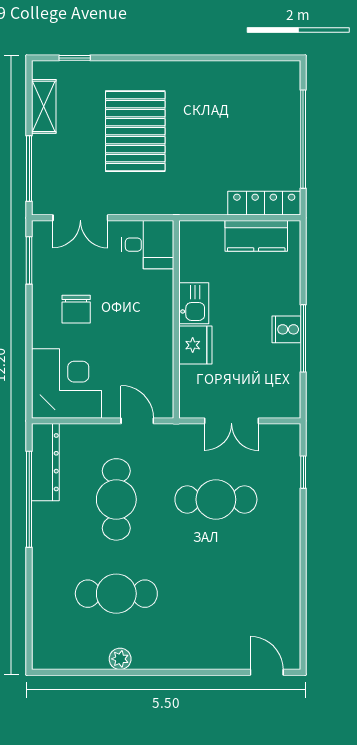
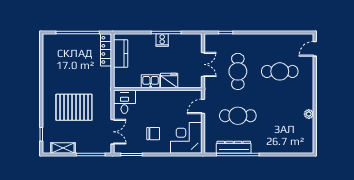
dresser: (45, 462) -> (234, 147), moved
cafe table: (116, 594) -> (280, 71), moved, turned 90

